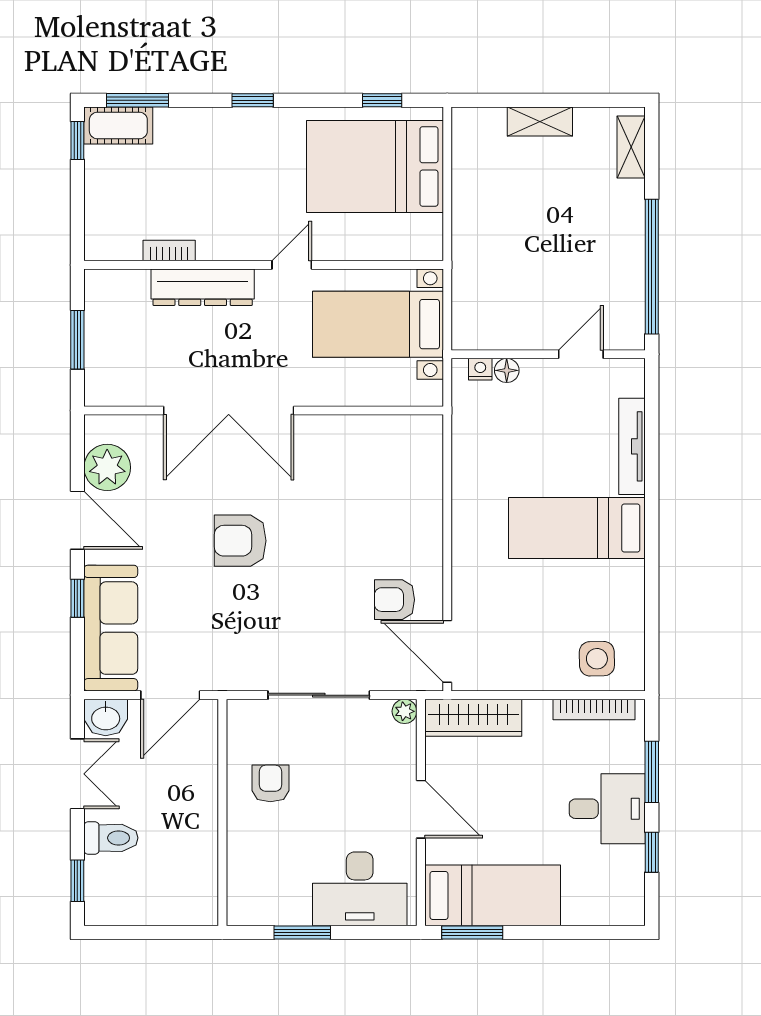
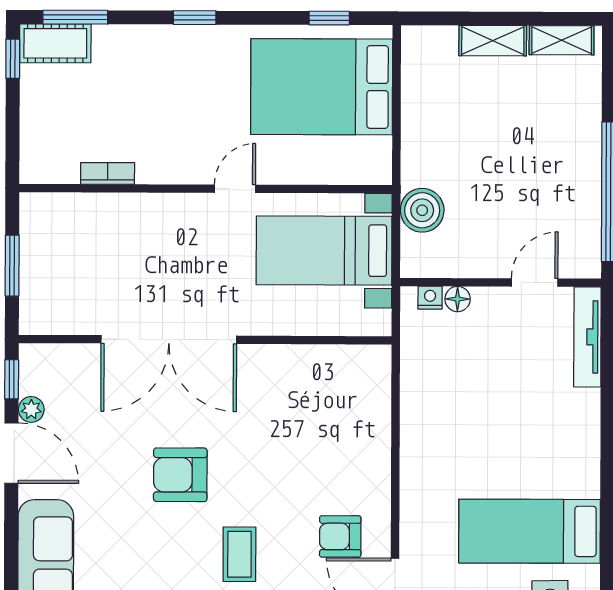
shelving: (631, 147) -> (562, 40), moved, turned 90
boiler: (472, 285) -> (422, 210), added
dresser: (203, 287) -> (142, 212), removed
tv unit: (632, 446) -> (587, 337), moved
plant: (107, 467) -> (31, 409), width x0.53, depth x0.53
bed: (577, 528) -> (530, 531), moved
window: (77, 598) -> (12, 379), moved
coffee table: (297, 617) -> (239, 554), added

